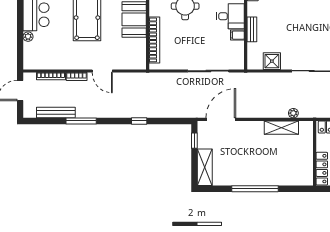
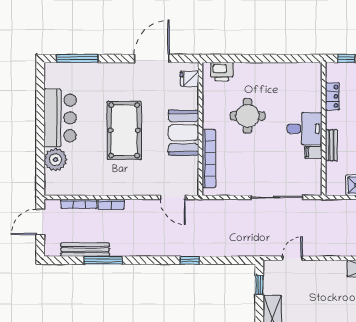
plant: (28, 37) -> (55, 160), width x1.87, depth x1.87
door: (102, 71) -> (173, 197), moved
door: (221, 119) -> (292, 258), width x0.53
window: (81, 121) -> (103, 260), moved

